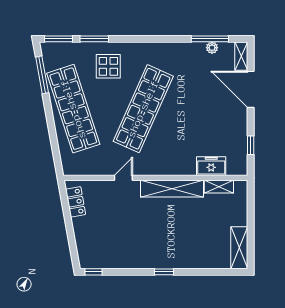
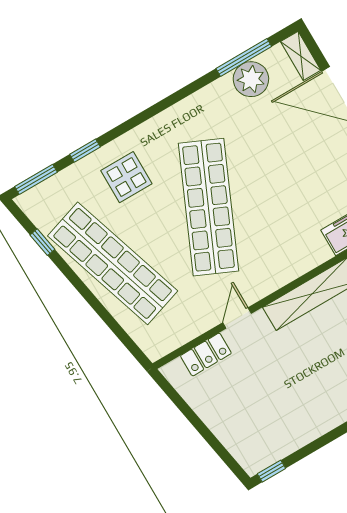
window: (94, 39) -> (85, 151), width x0.67
plant: (212, 48) -> (251, 79), width x1.88, depth x1.88
window: (42, 75) -> (42, 242), width x0.46
locker: (76, 202) -> (206, 354), moved, turned 100

